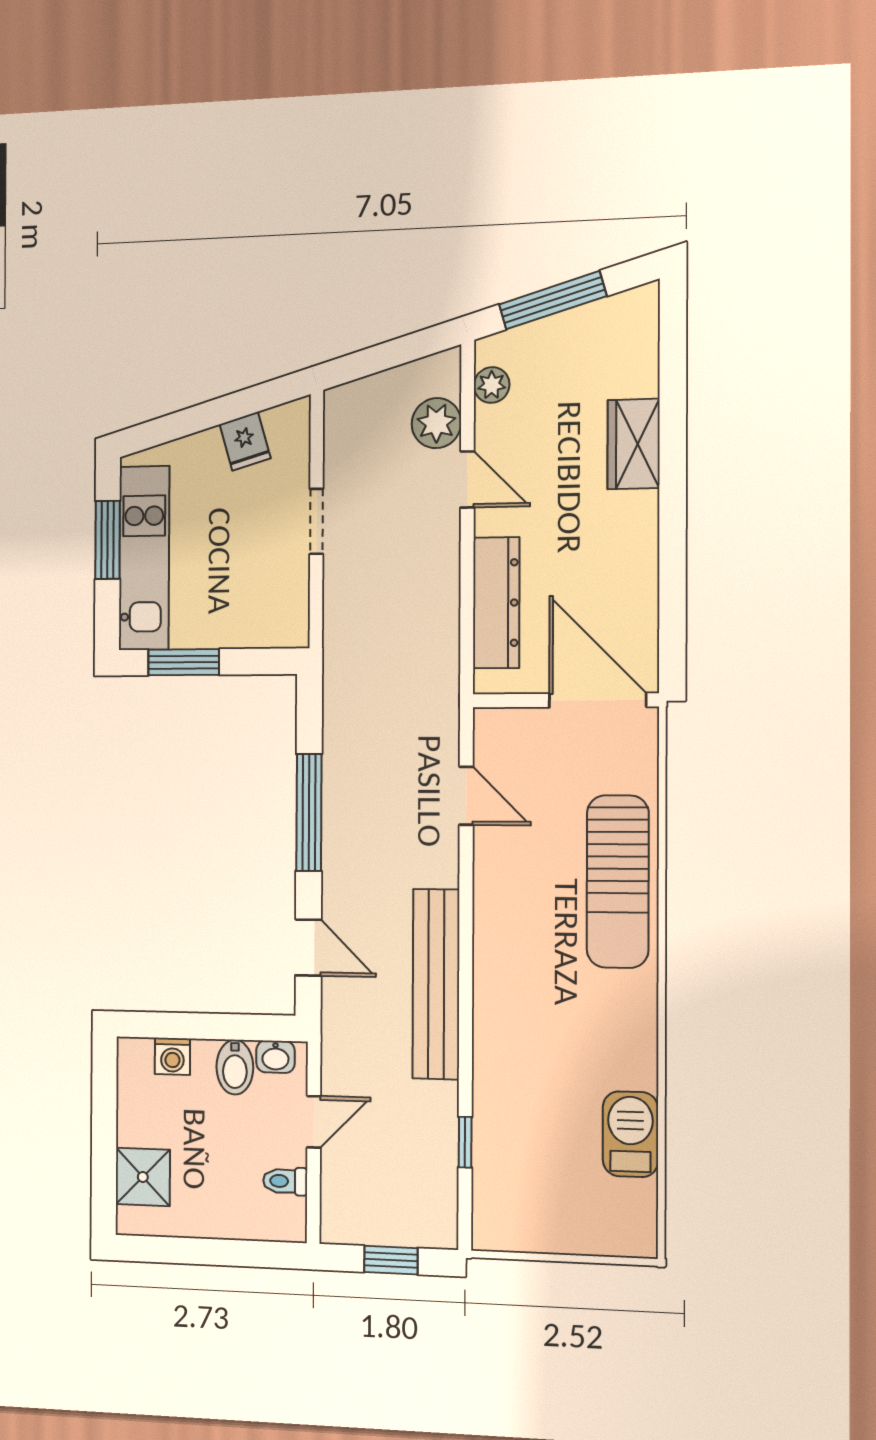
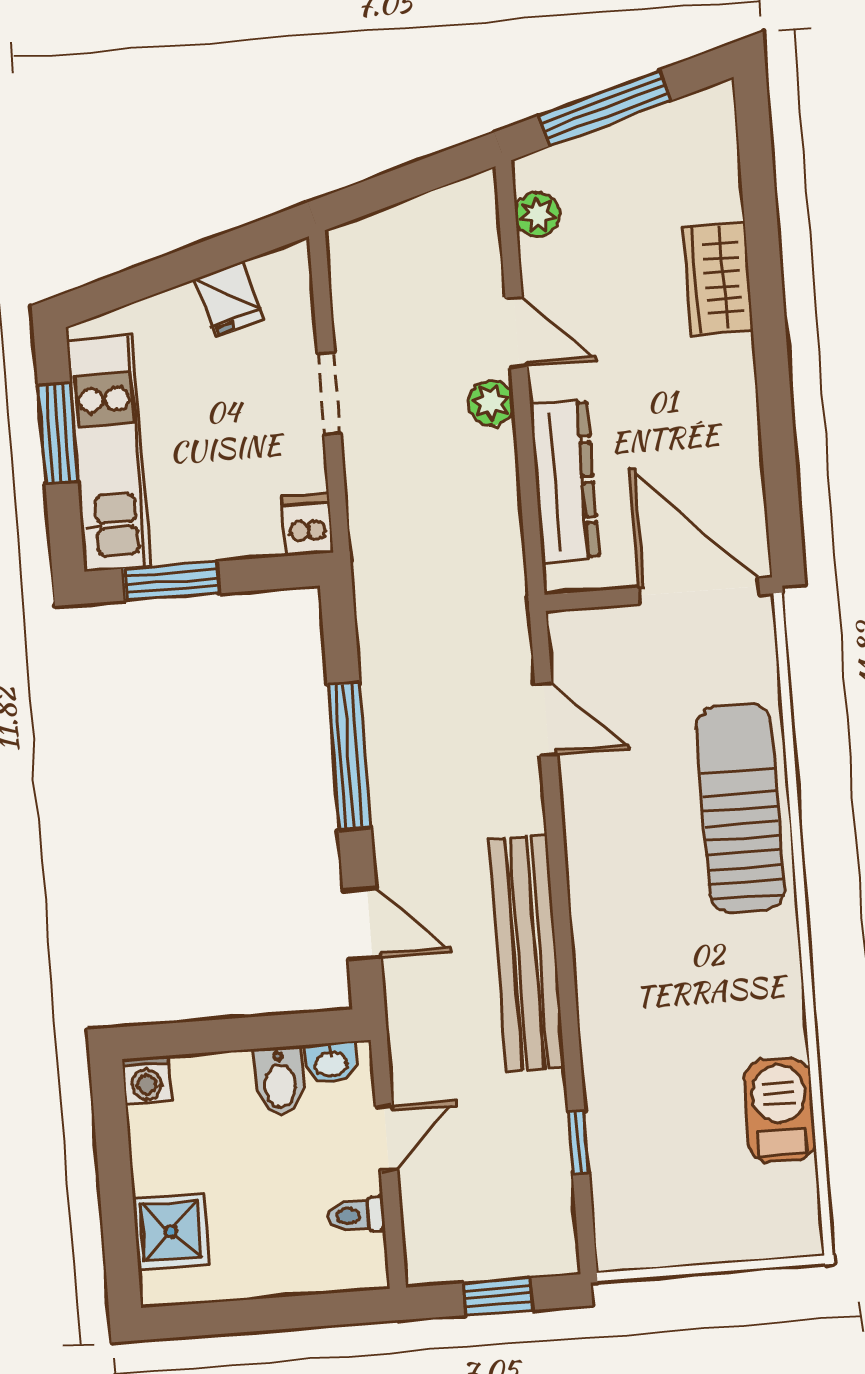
plant: (436, 423) -> (491, 403), moved, width x0.73, depth x0.73
dishwasher: (292, 624) -> (308, 524), added
sun lounger: (618, 881) -> (740, 808), turned 180
washing machine: (172, 1056) -> (146, 1080), moved

